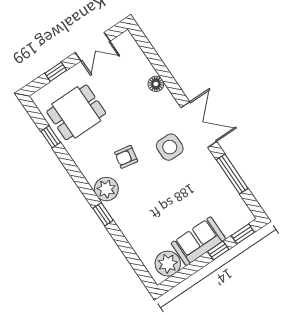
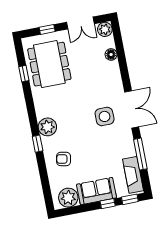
plant: (125, 42) -> (105, 29), added
floor lamp: (156, 84) -> (111, 54), moved
dining table: (76, 112) -> (49, 64), width x1.38
armchair: (126, 157) -> (64, 159), moved
fireplace: (234, 203) -> (133, 175), added

